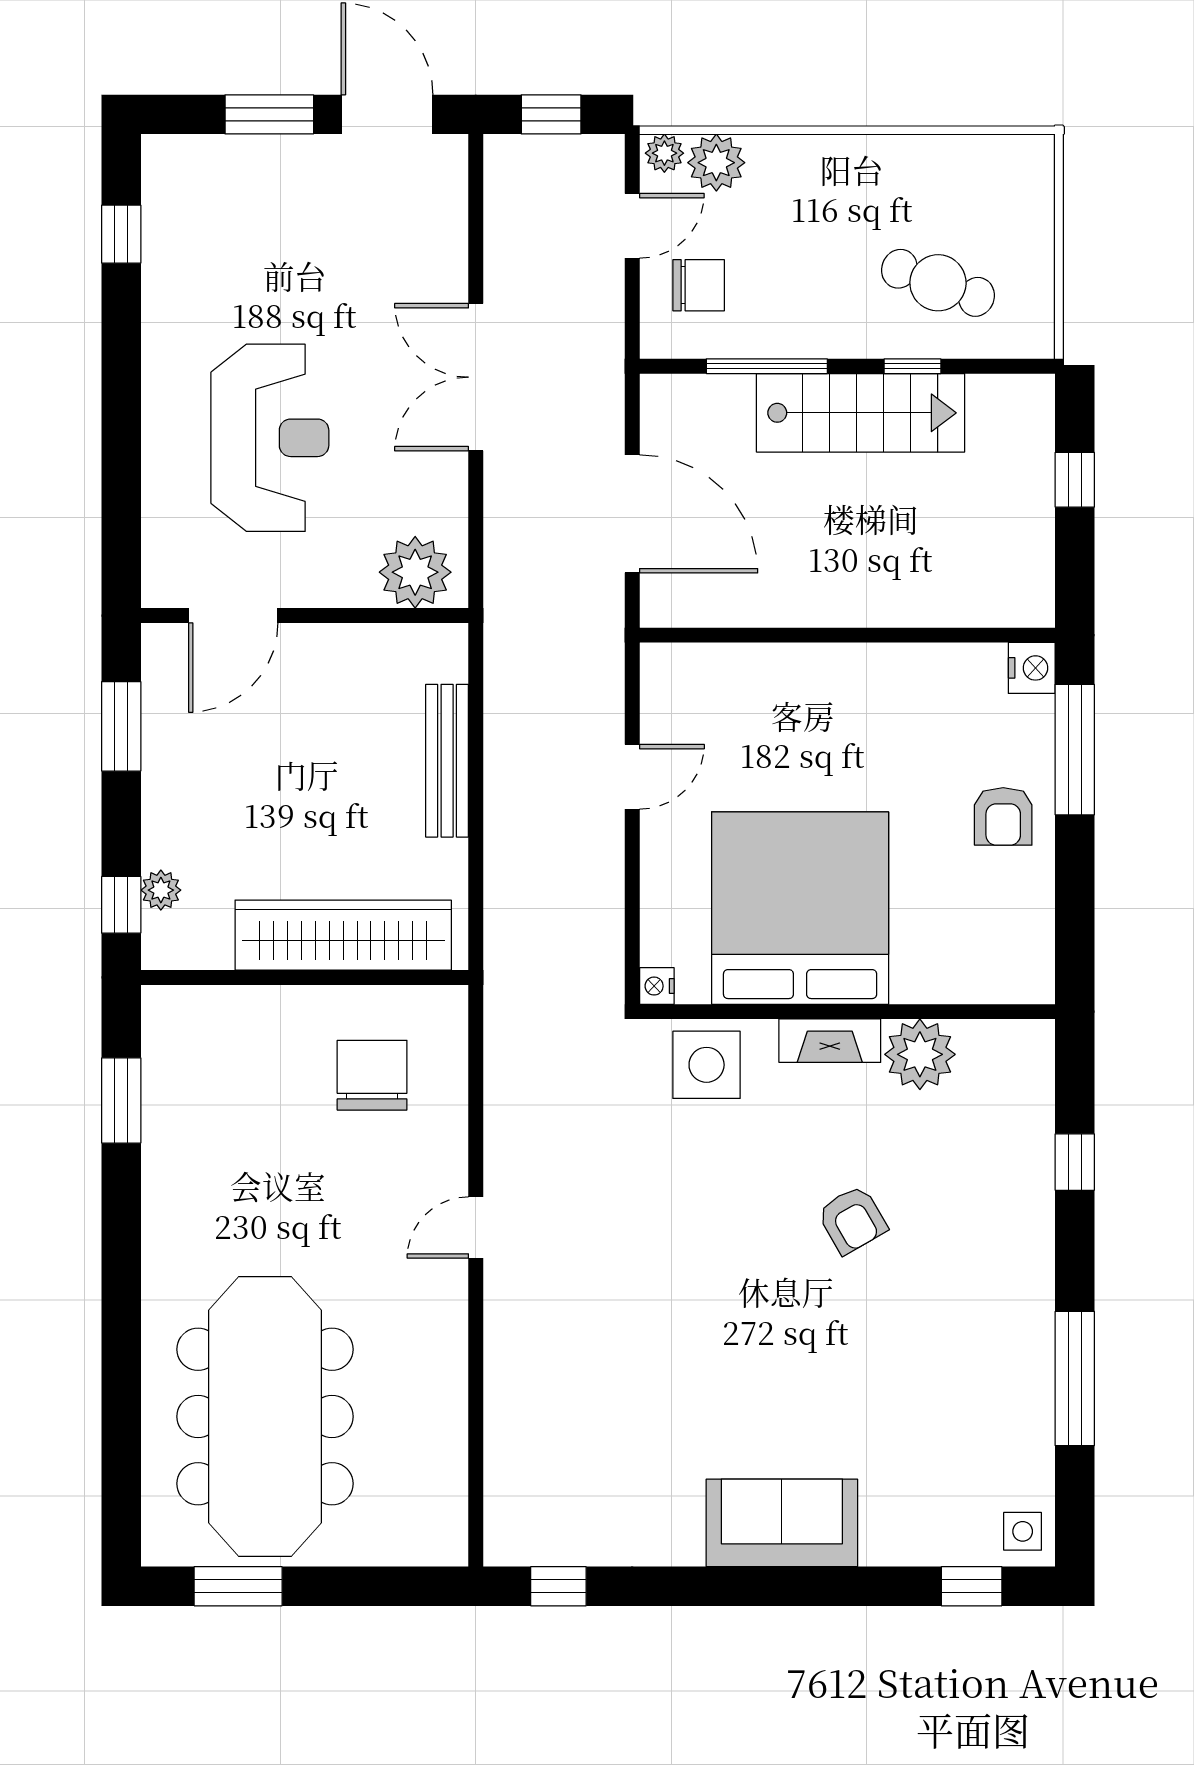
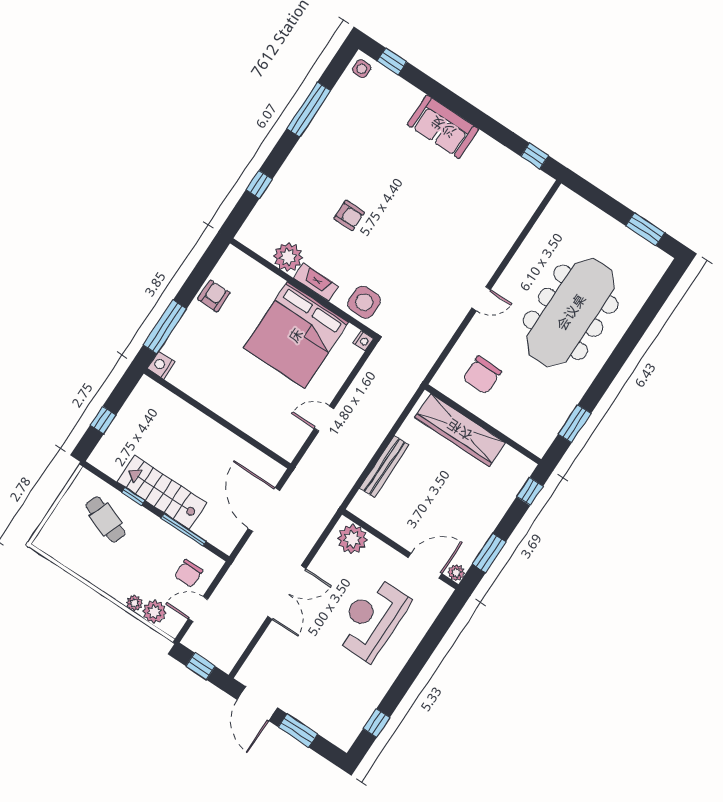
plant: (664, 153) -> (134, 603), moved
chair: (699, 285) -> (189, 573), turned -90
armchair: (1003, 816) -> (214, 296), moved
plant: (161, 890) -> (456, 573), moved
armchair: (852, 1220) -> (349, 215), turned 120
meeting table: (265, 1417) -> (571, 312), moved

